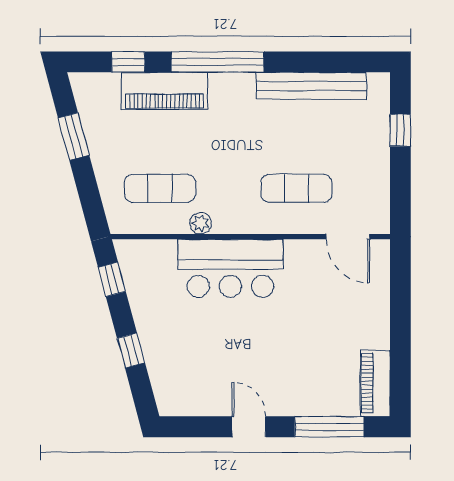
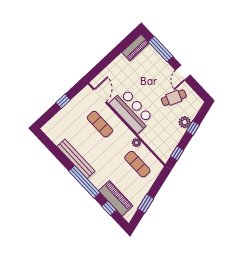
bench: (311, 86) -> (76, 159), moved
piano: (164, 91) -> (116, 198), moved
window: (400, 130) -> (63, 101), moved
bar counter: (230, 268) -> (131, 111), moved
plant: (156, 346) -> (185, 122), added
cafe table: (219, 368) -> (174, 98), added

